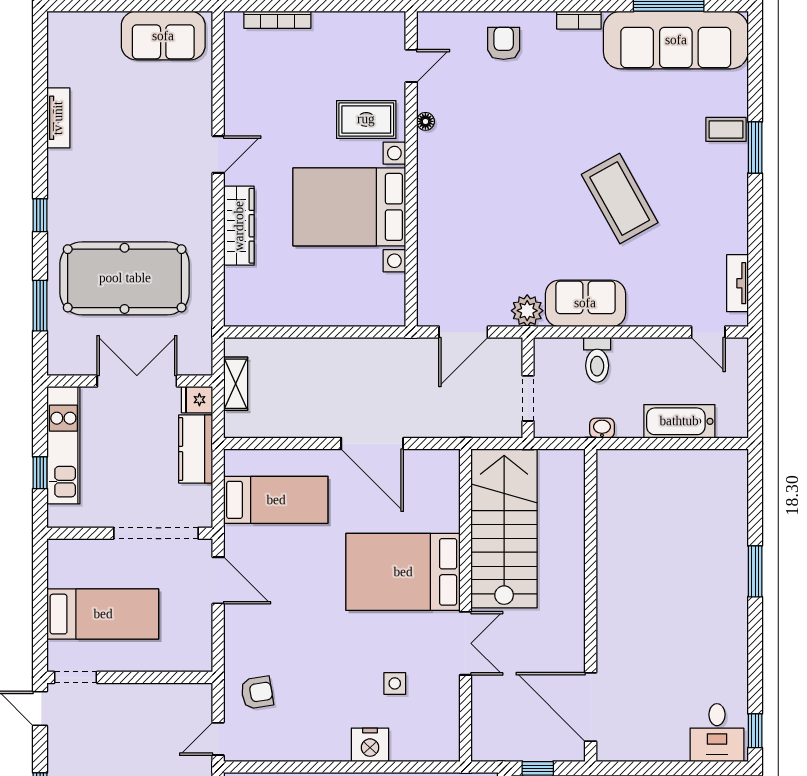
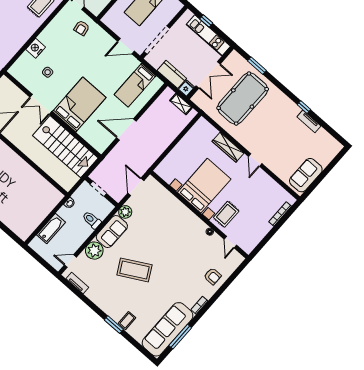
window: (40, 215) -> (304, 107), moved
plant: (649, 305) -> (94, 251), added

